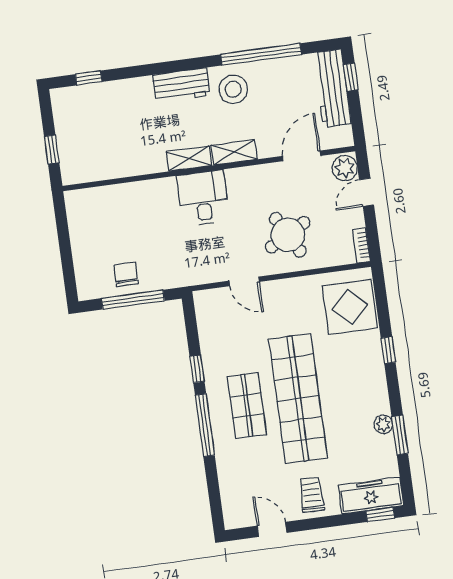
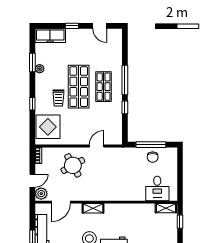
shelving: (189, 159) -> (166, 208), moved
desk: (203, 198) -> (157, 188), moved
door: (244, 281) -> (97, 146), hinge flipped
shop shelf: (298, 398) -> (79, 87), width x0.71
trolley: (312, 495) -> (58, 98), moved
window: (380, 515) -> (72, 26), moved

